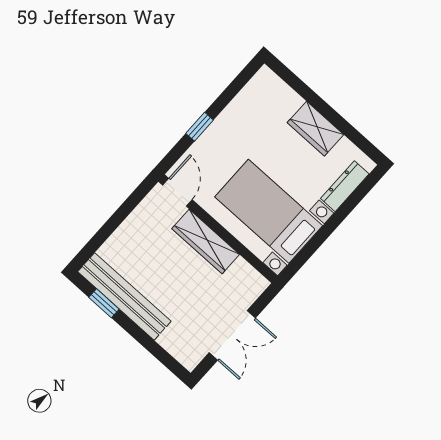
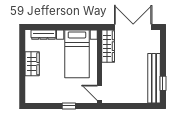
door: (177, 192) -> (100, 93), hinge flipped
wardrobe: (206, 242) -> (108, 46), moved
double door: (232, 335) -> (133, 27), width x1.37

